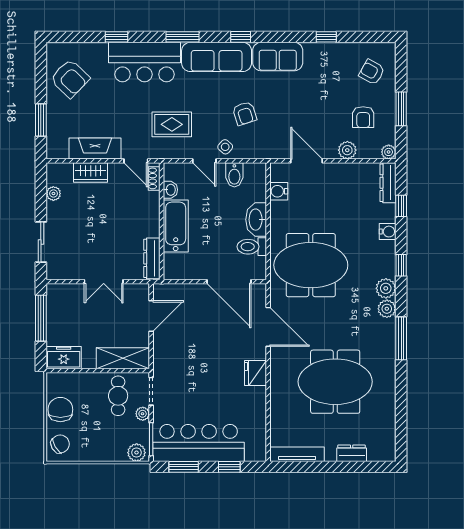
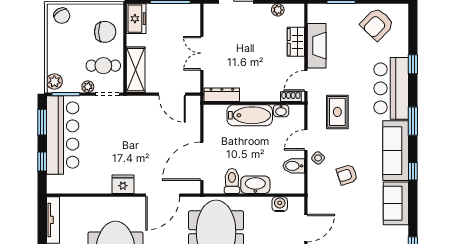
chair: (60, 410) -> (105, 32), moved

